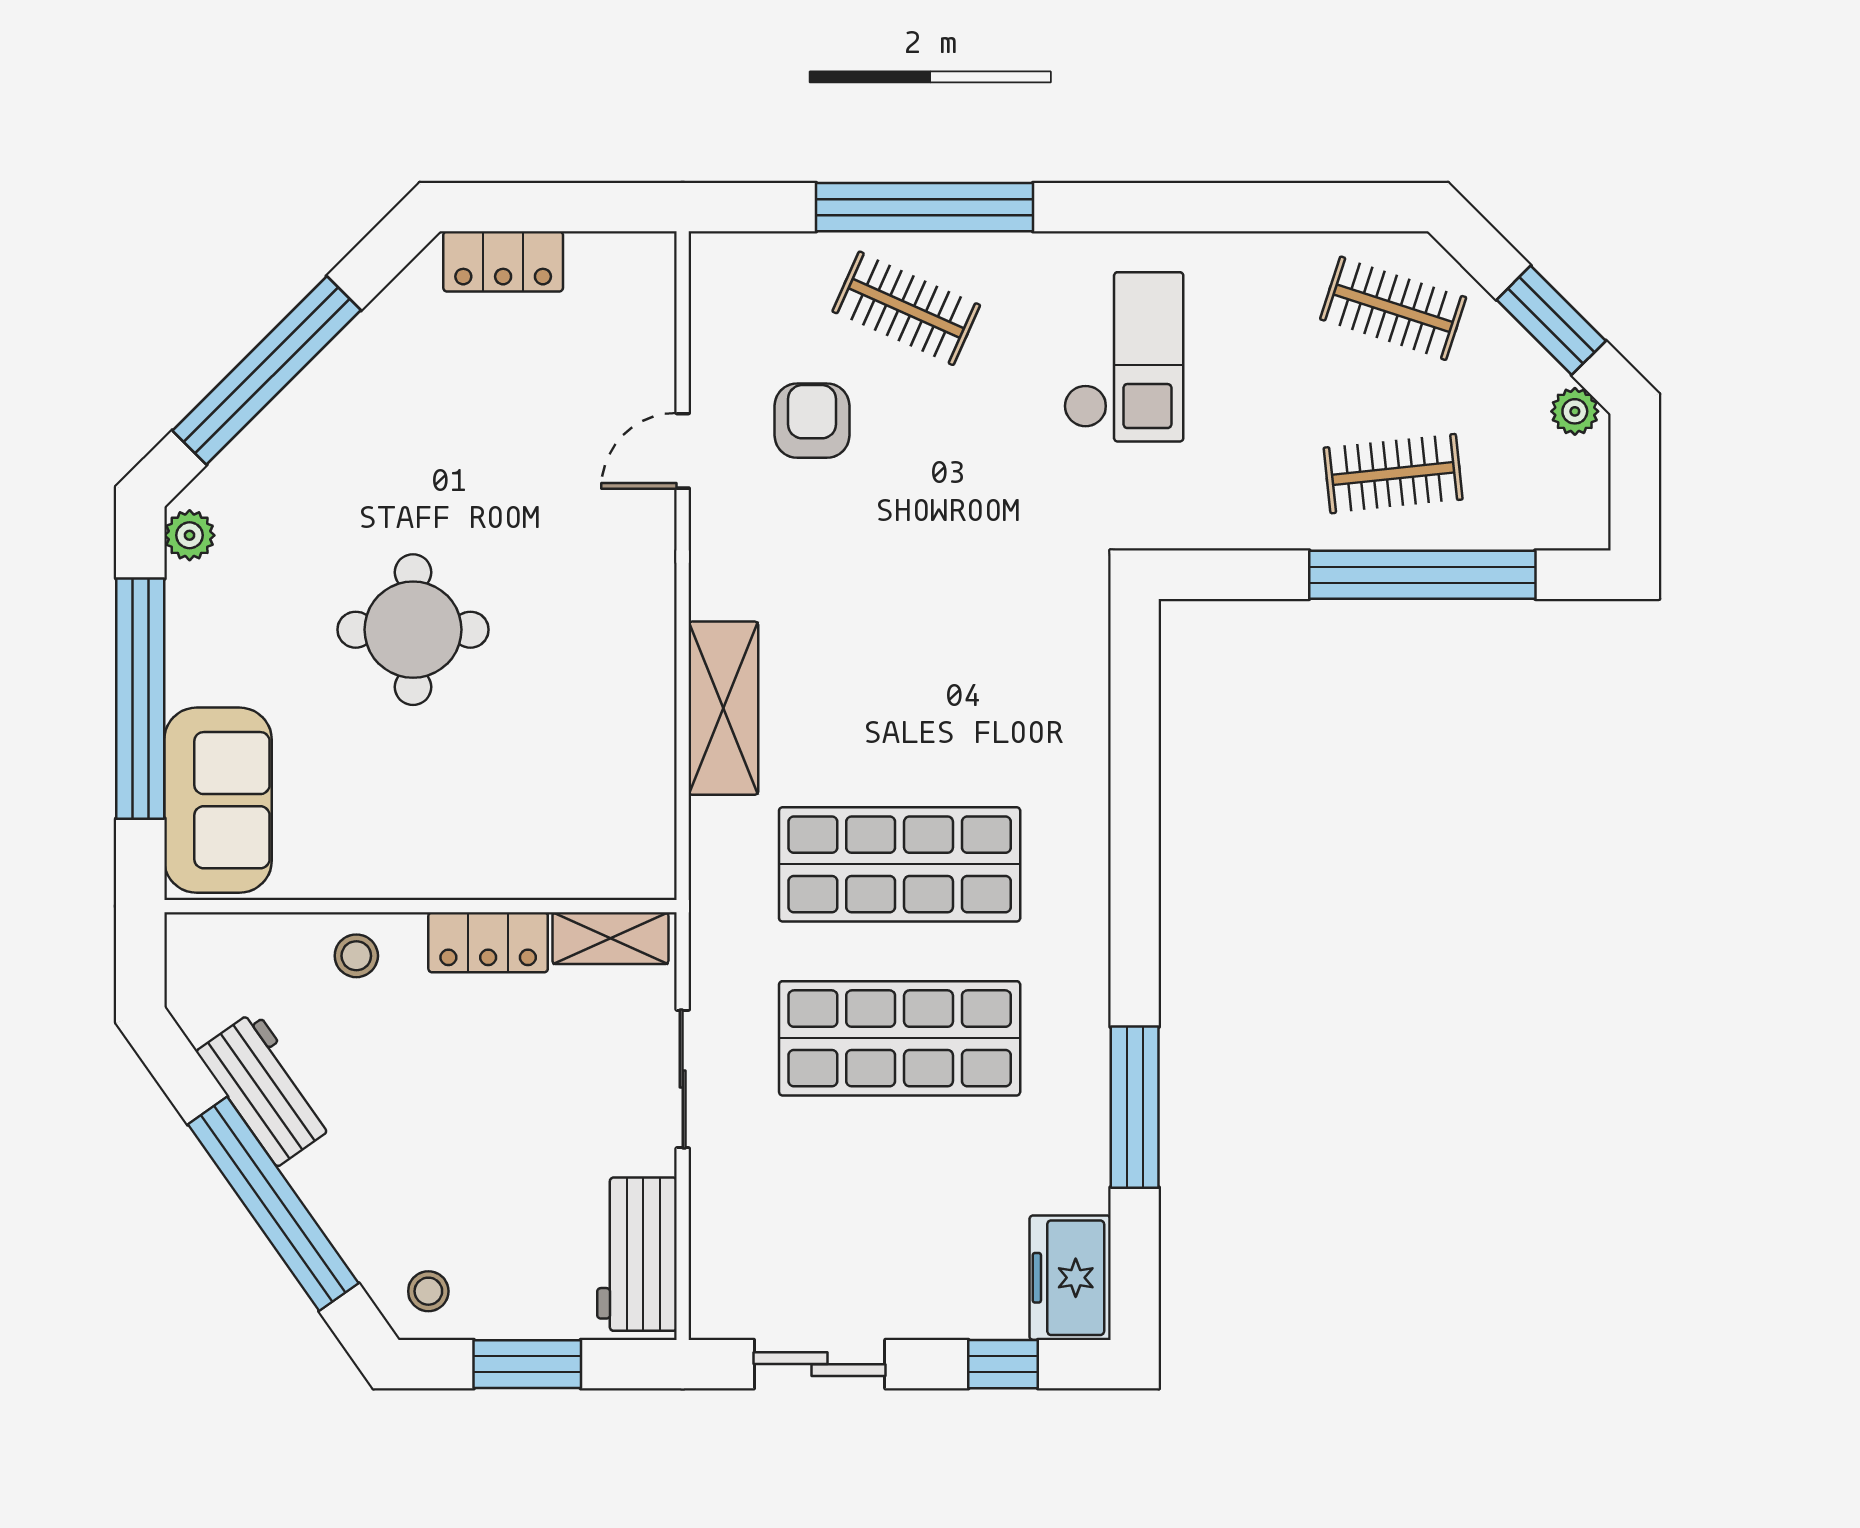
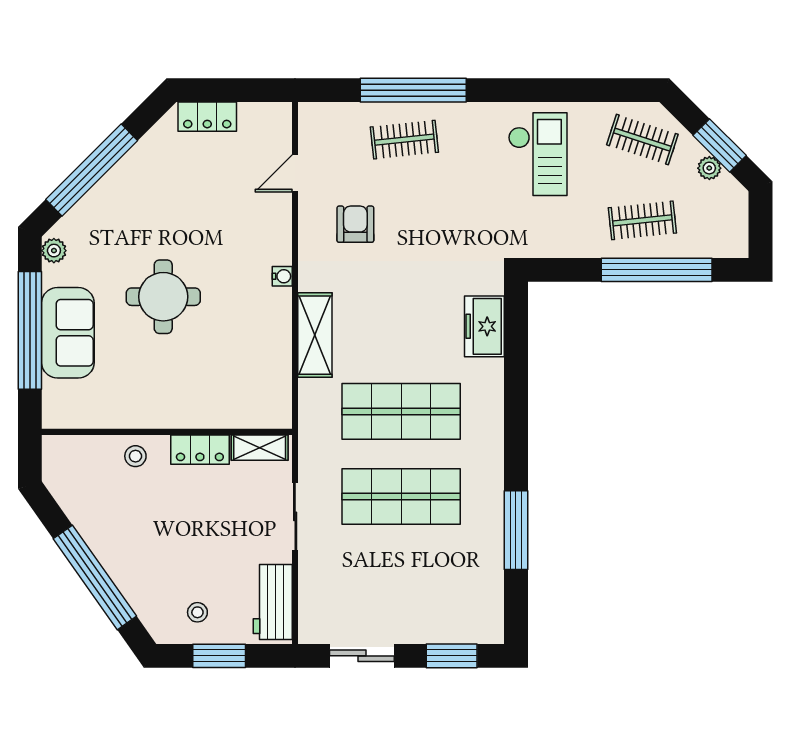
clothes rail: (906, 308) -> (404, 140), turned -30
checkout: (1124, 357) -> (538, 154), moved
plant: (1575, 411) -> (709, 168), moved
armchair: (812, 421) -> (355, 224), moved
door: (683, 451) -> (295, 173), moved
water cooler: (656, 588) -> (282, 276), added
sofa: (218, 800) -> (68, 333), moved
workbench: (266, 1088) -> (91, 521), removed
freezer: (1070, 1278) -> (484, 326), moved
stool: (428, 1291) -> (197, 612), moved
window: (1003, 1364) -> (452, 656), width x1.50

